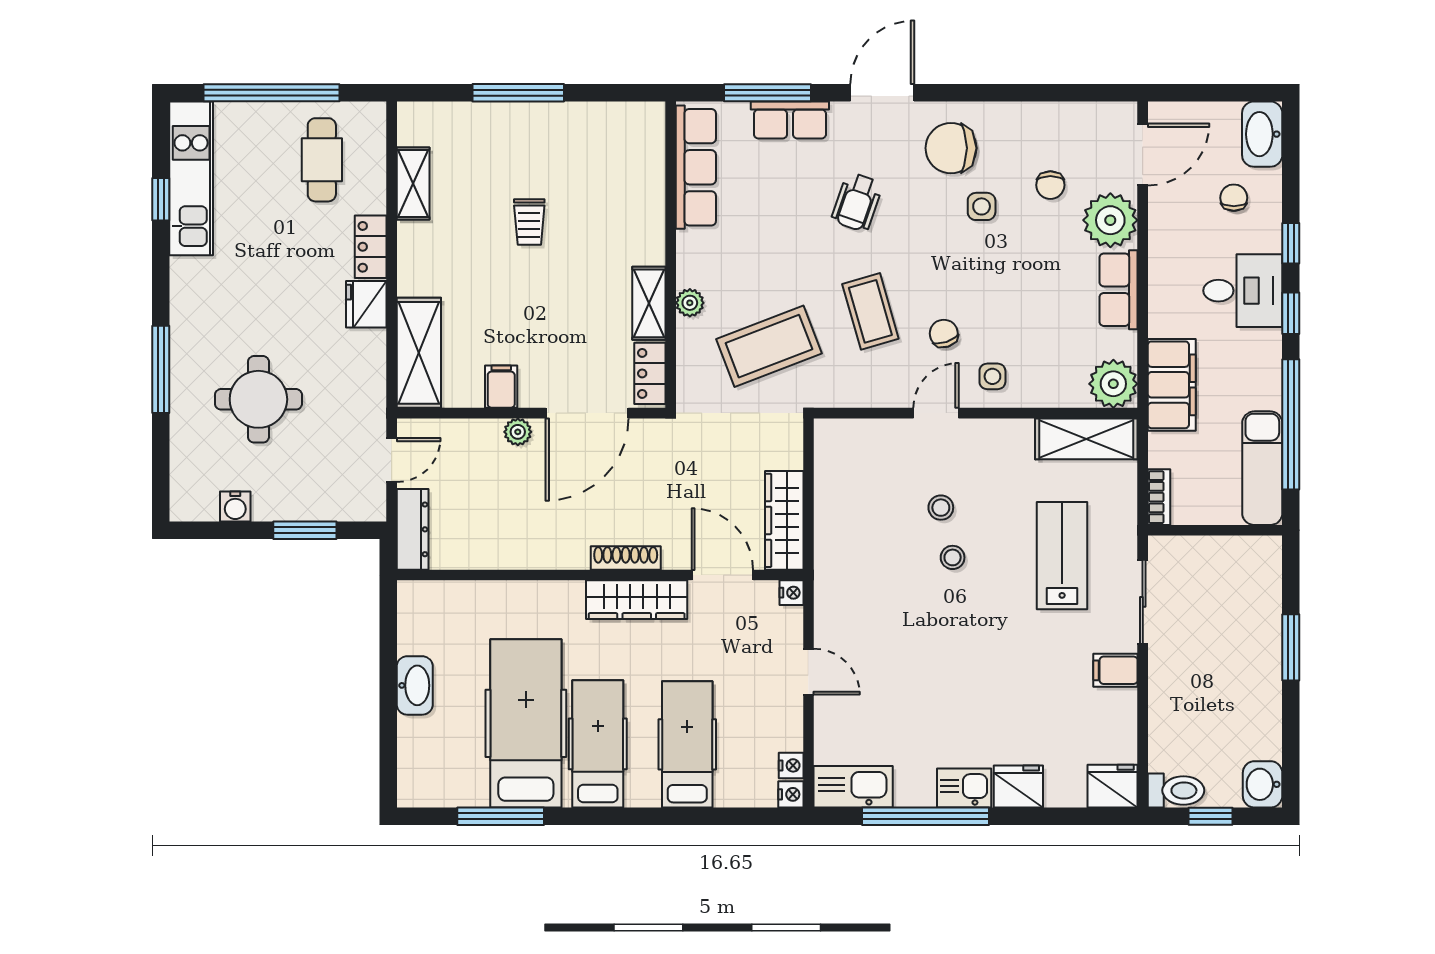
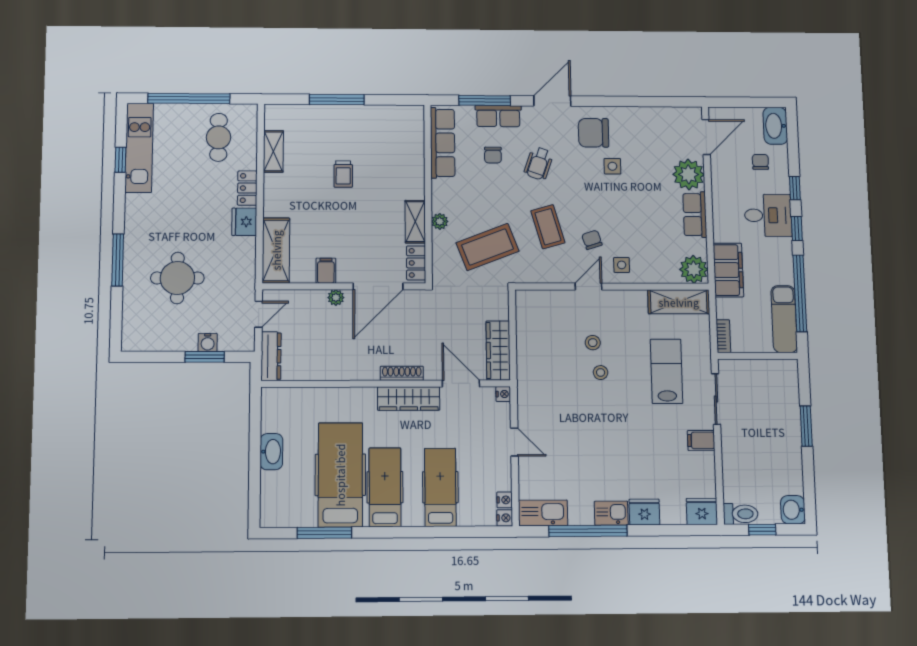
chair: (1050, 185) -> (493, 155), moved
water cooler: (235, 506) -> (208, 342), moved

